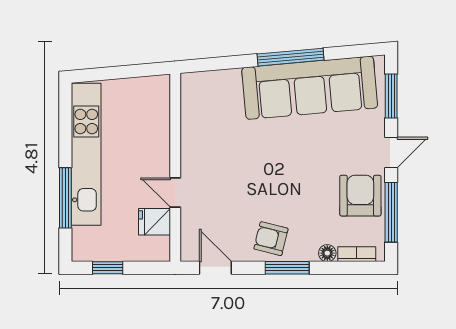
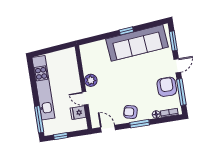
window: (290, 57) -> (126, 31), width x0.46
plant: (194, 154) -> (91, 80), added
window: (65, 198) -> (39, 119), moved

